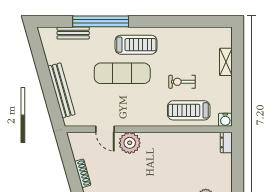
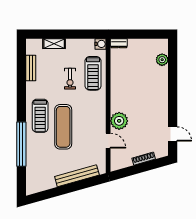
bench: (73, 33) -> (31, 68), moved
treadmill: (136, 45) -> (40, 116), turned 180
door: (105, 129) -> (108, 141), hinge flipped

